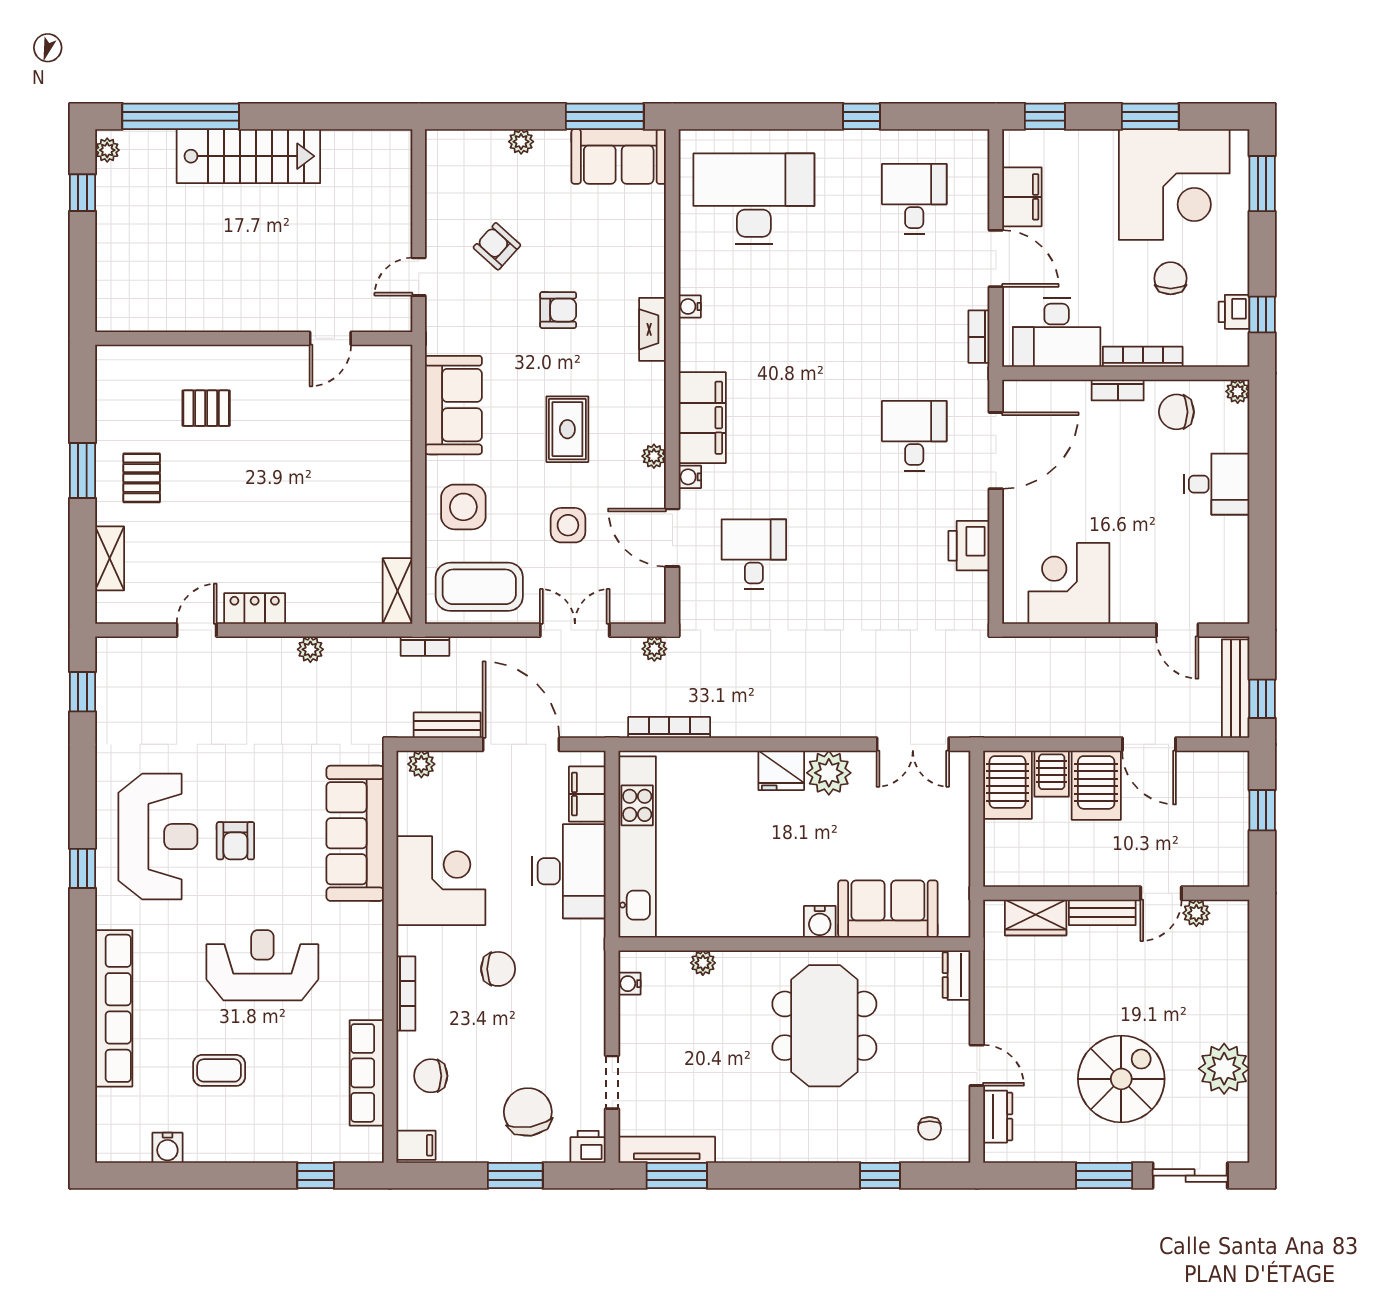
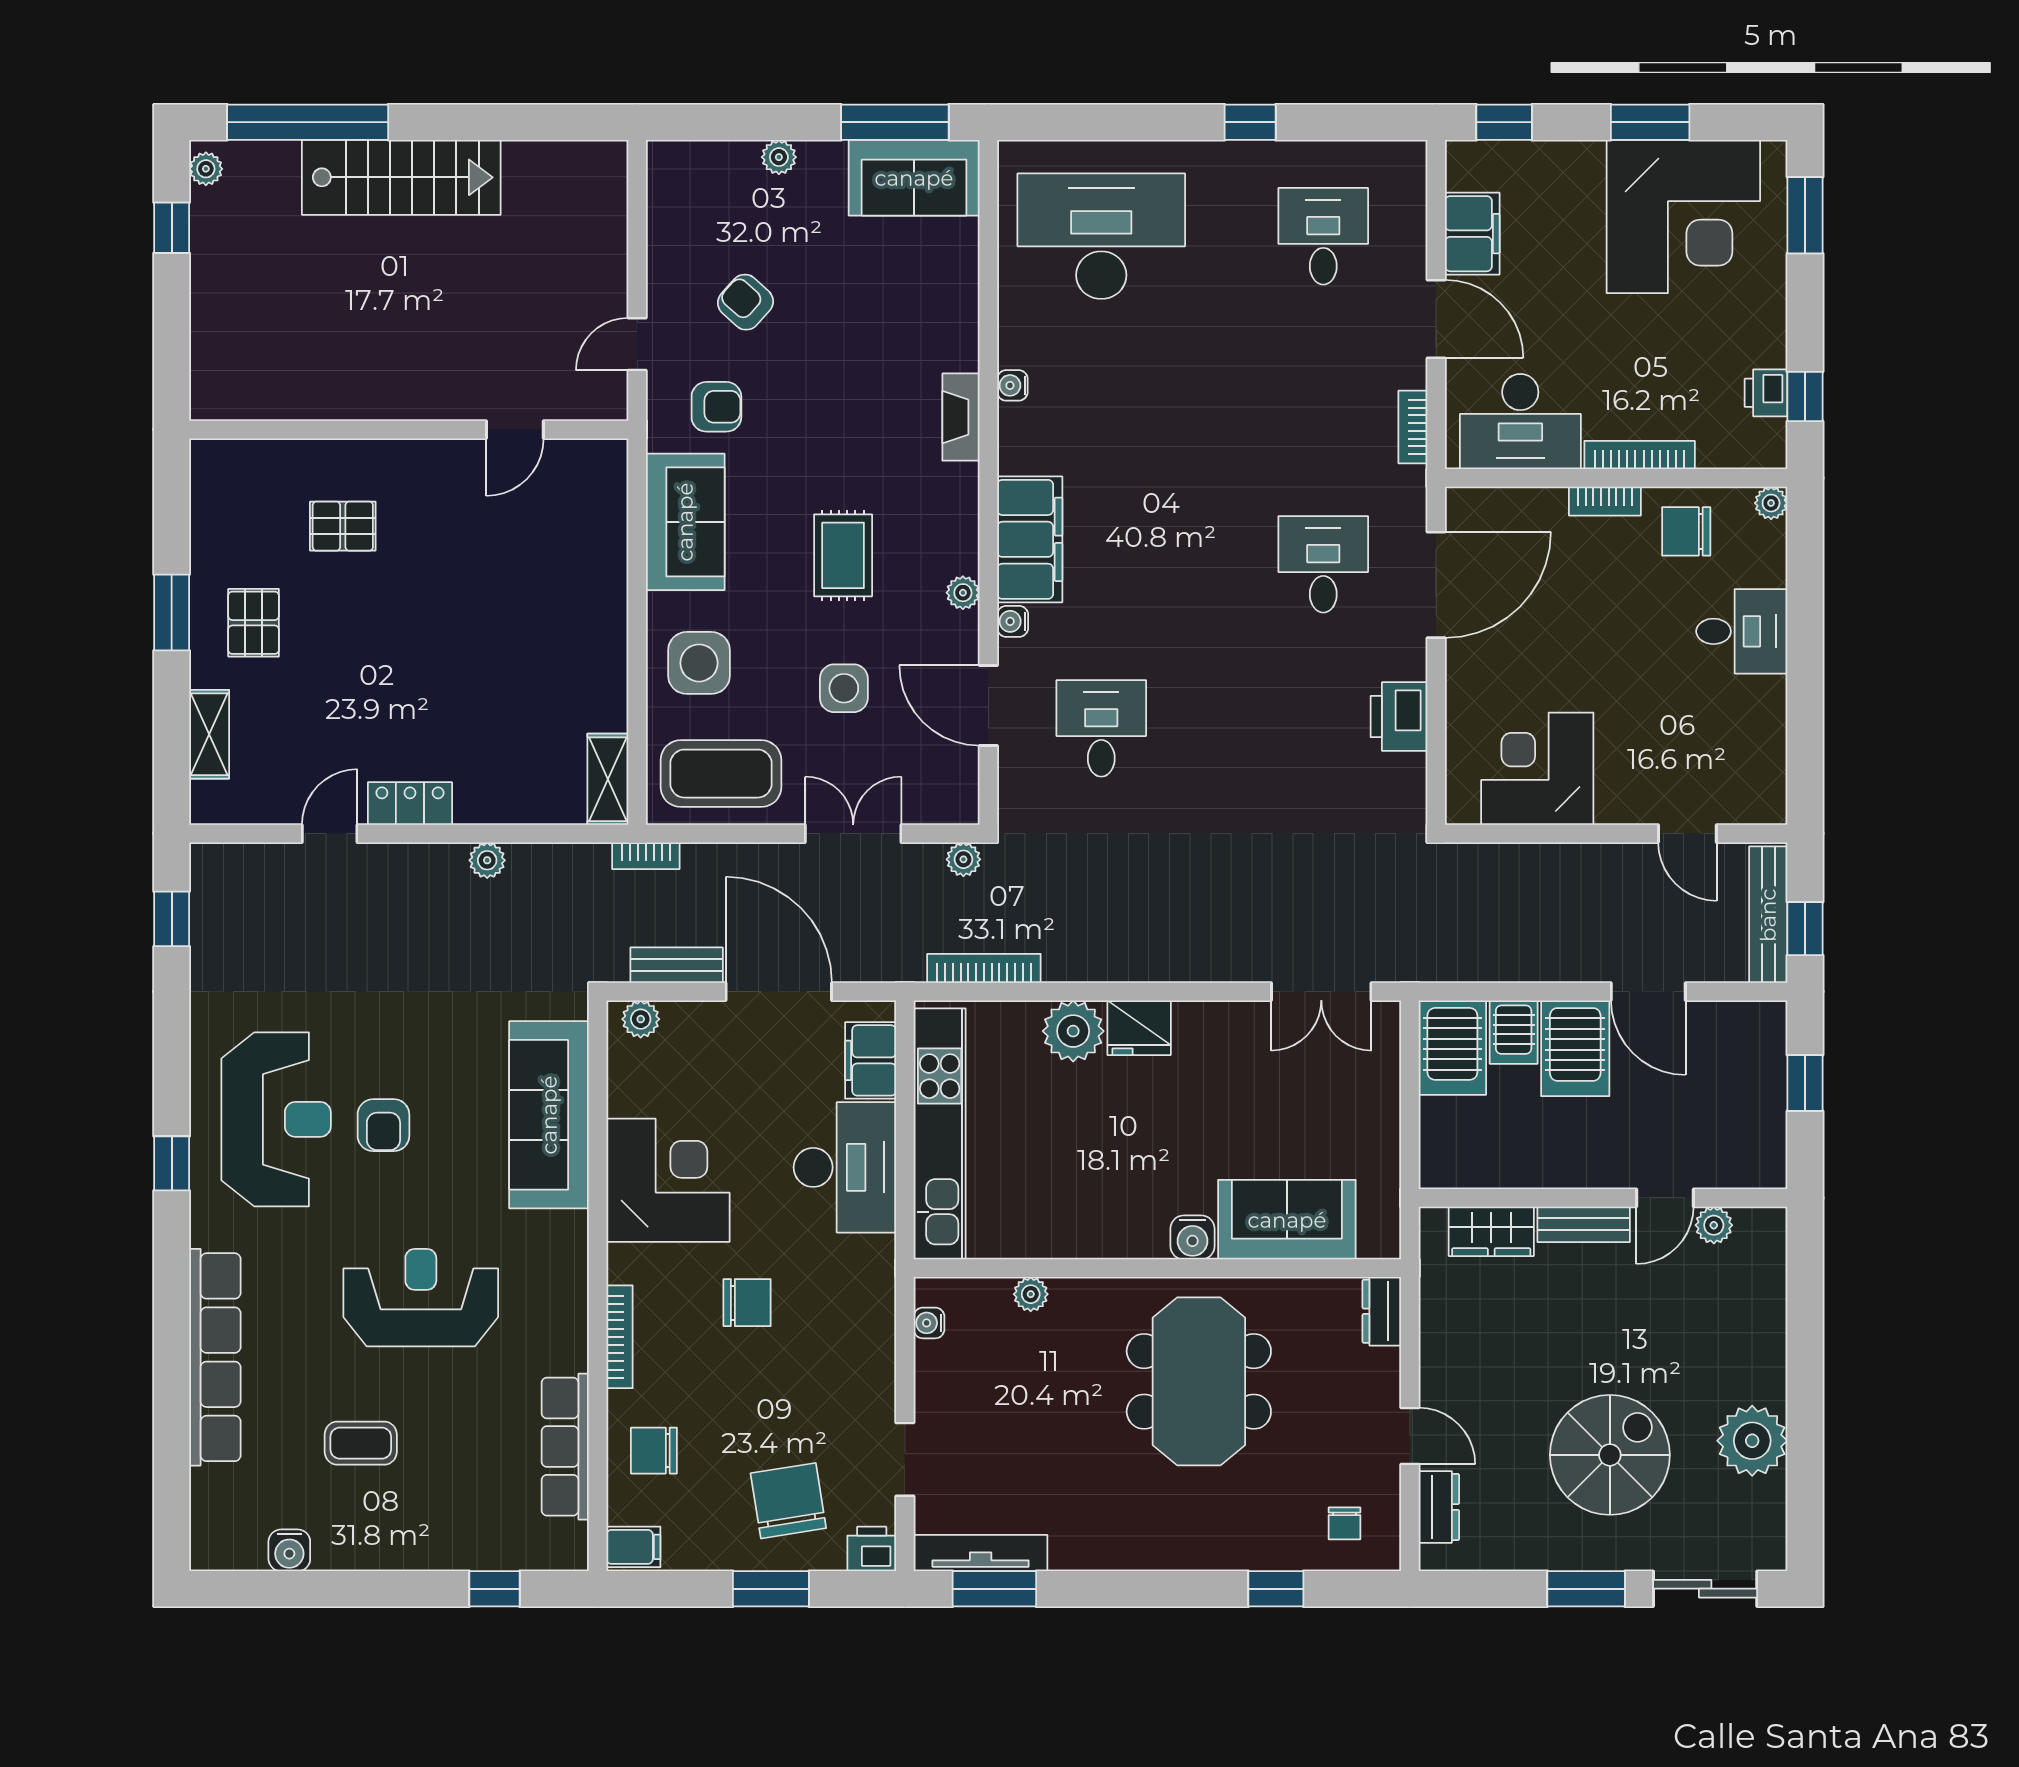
chair: (1171, 278) -> (1678, 346), removed
armchair: (558, 310) -> (716, 407), moved
plant: (829, 773) -> (1073, 1031), moved

